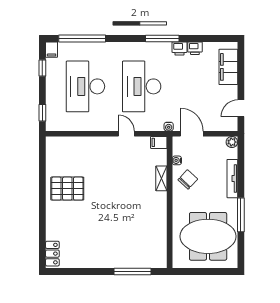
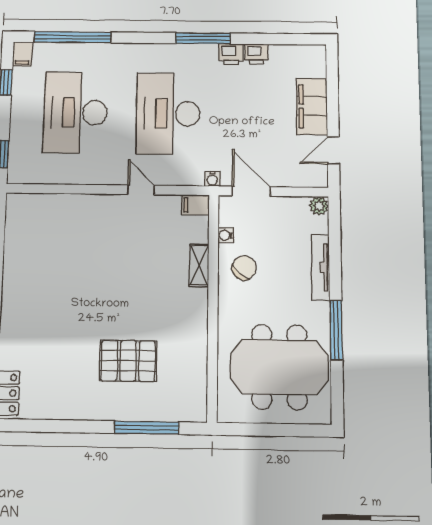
filing cabinet: (228, 67) -> (312, 106), moved
pallet: (67, 189) -> (128, 361), moved

